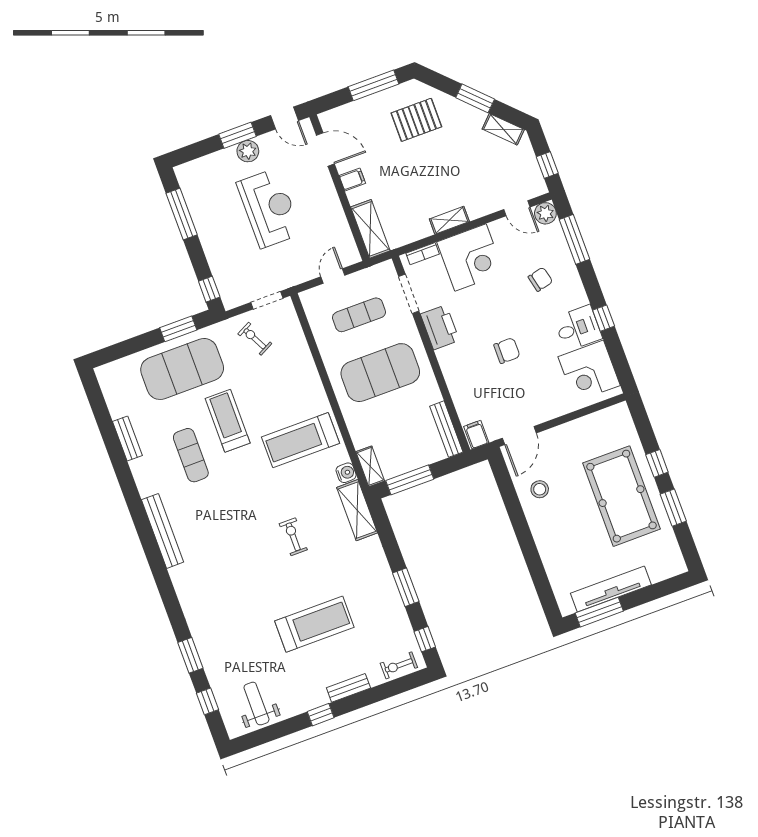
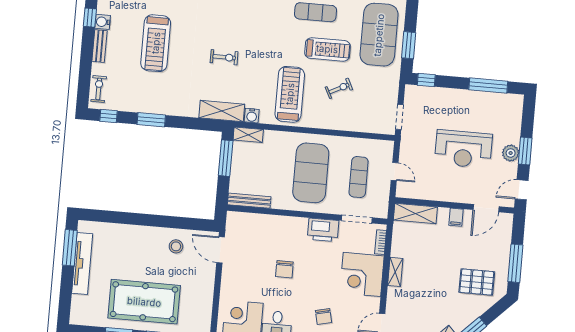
pallet: (416, 120) -> (477, 282), turned 90
exercise bike: (255, 339) -> (339, 88), moved
filing cabinet: (476, 434) -> (235, 220), removed
water cooler: (319, 698) -> (103, 22), added

